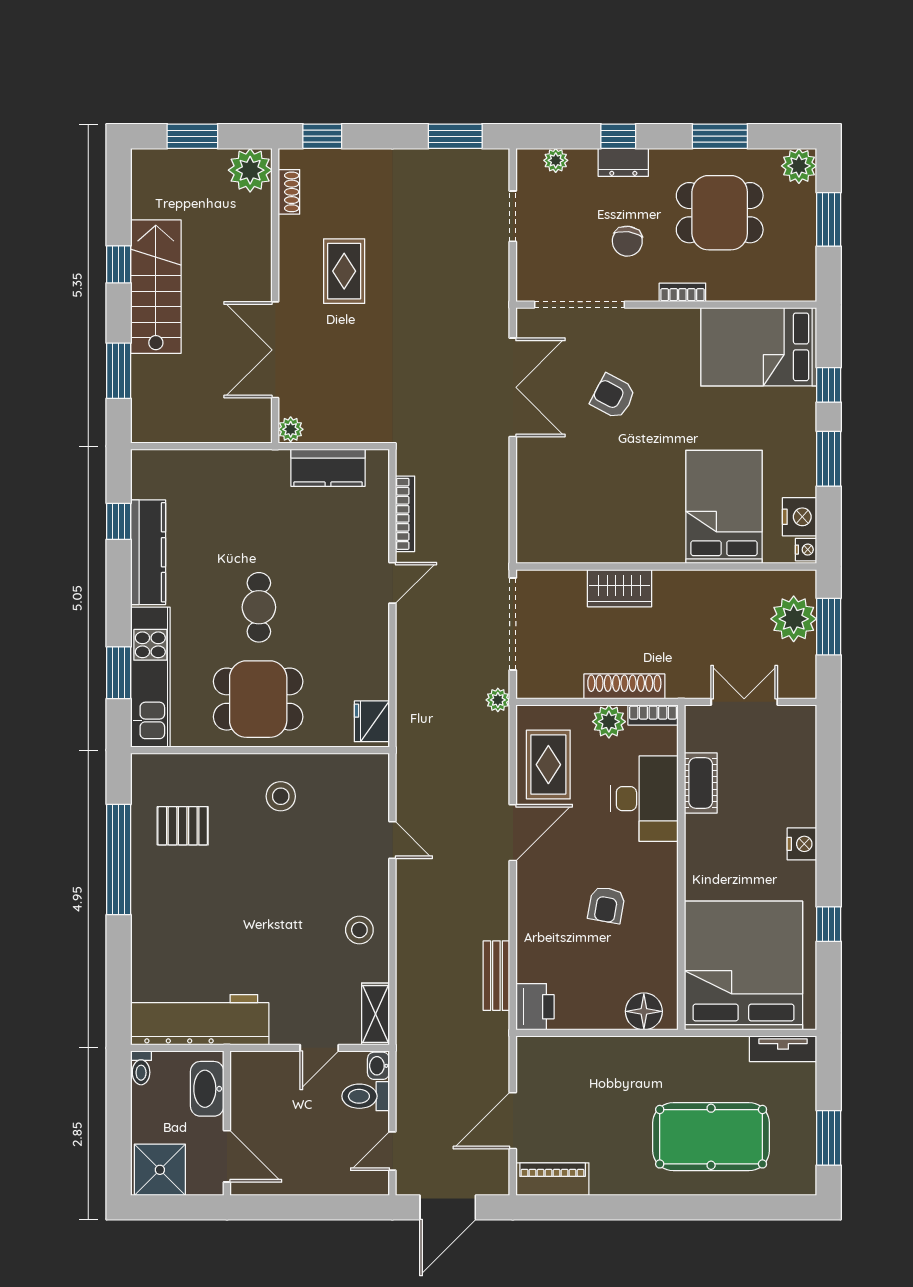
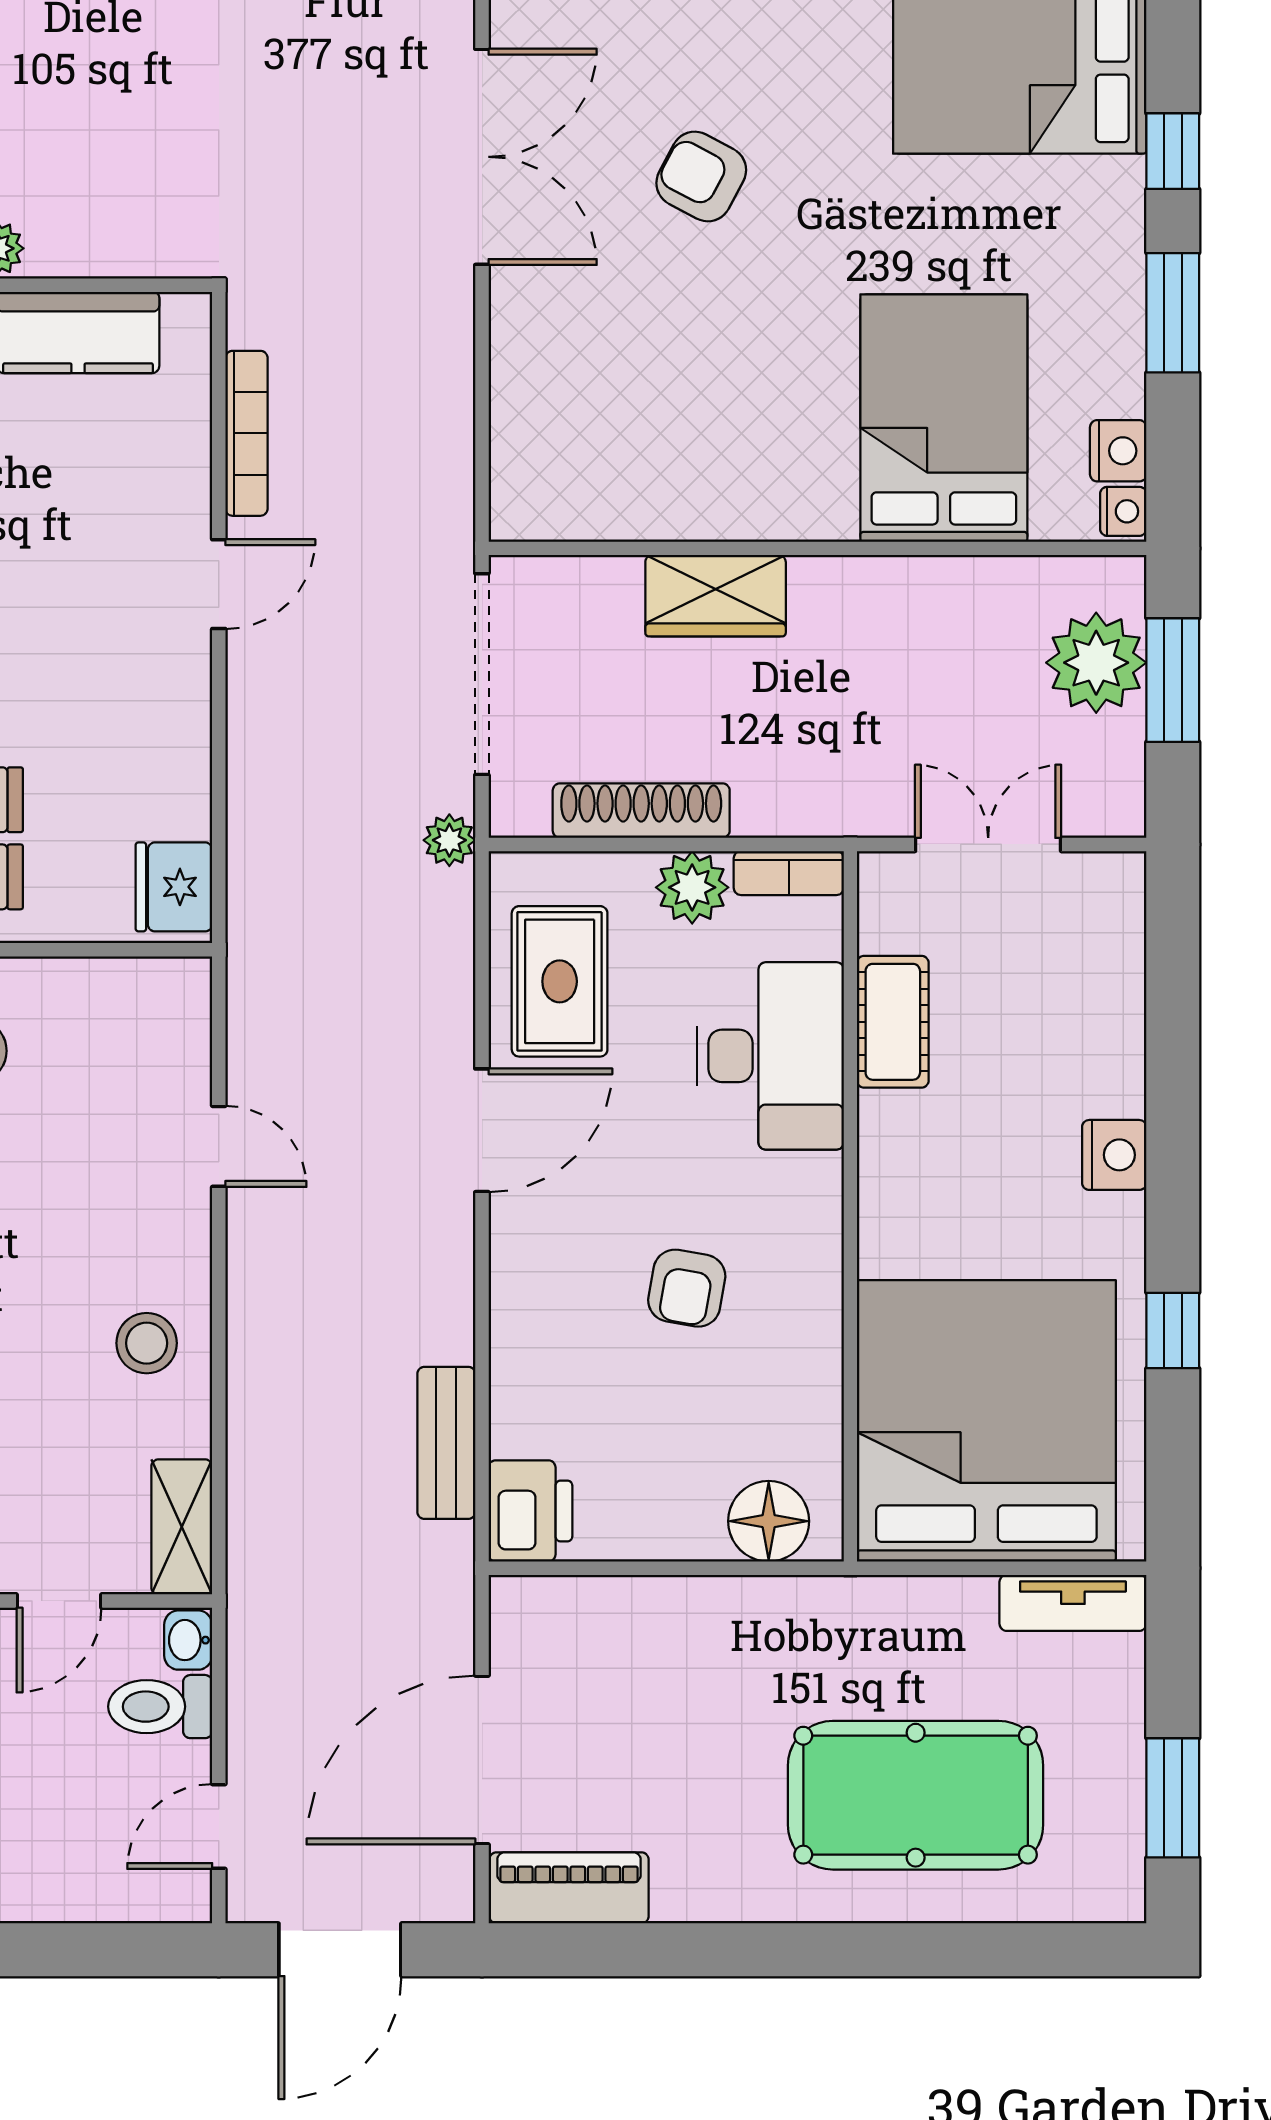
nightstand: (800, 517) -> (1118, 451), width x0.74, depth x0.75
shoe rack: (624, 686) -> (641, 811), moved
door: (513, 1121) -> (482, 1760), width x1.36

